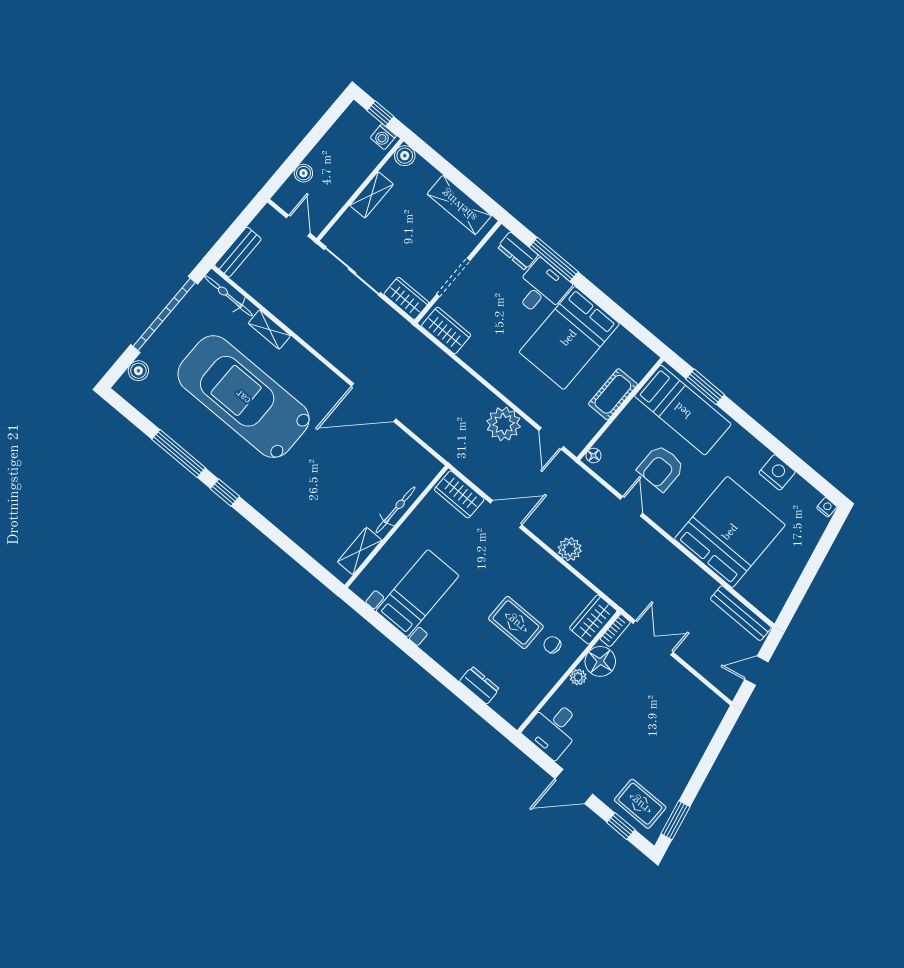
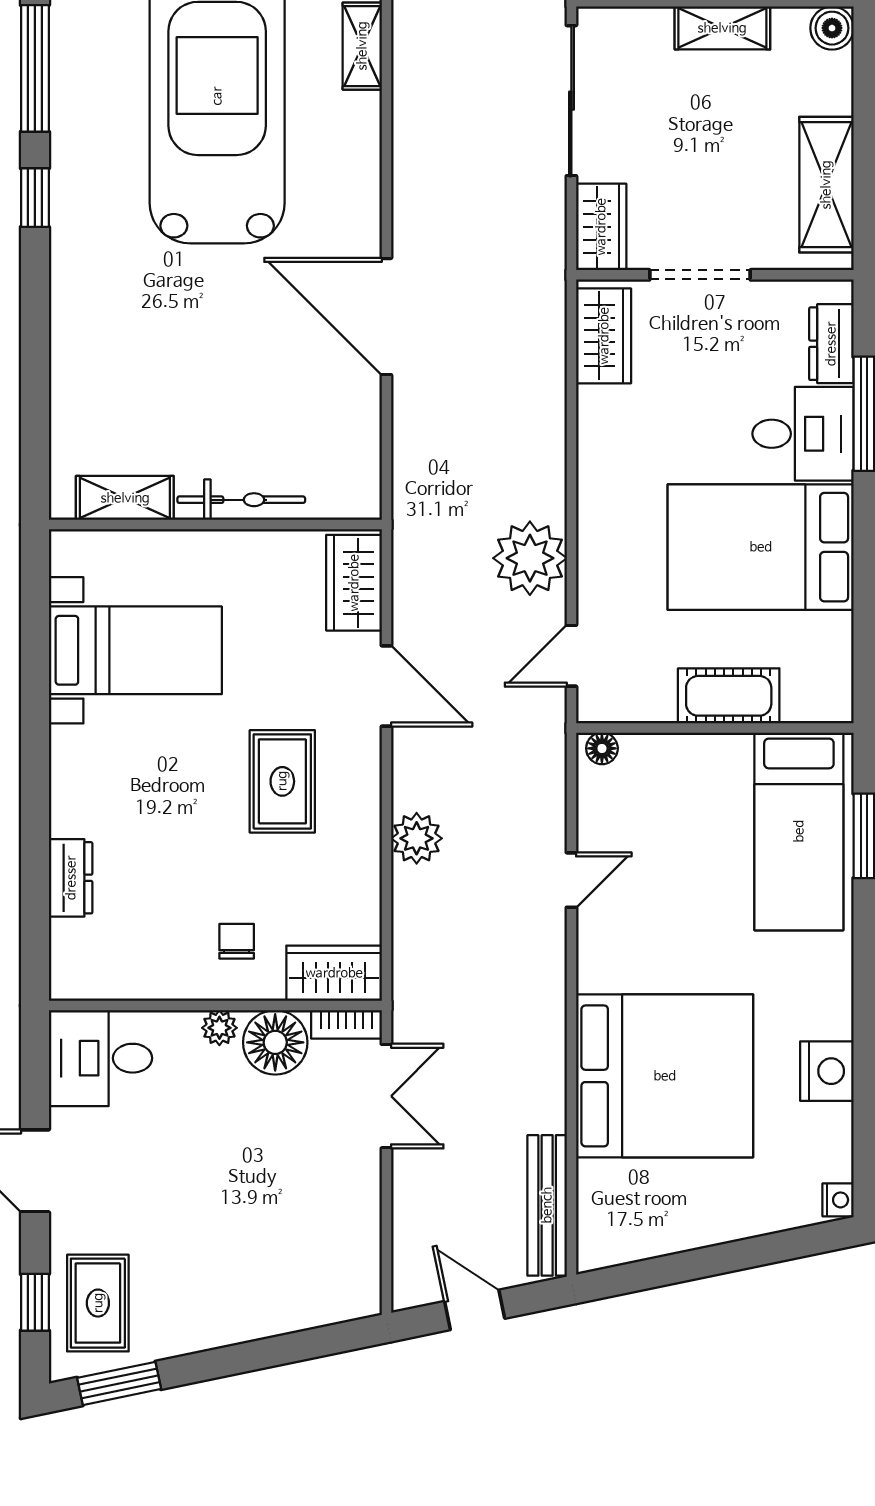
armchair: (661, 468) -> (674, 875), removed
rug: (516, 623) -> (282, 781), moved

